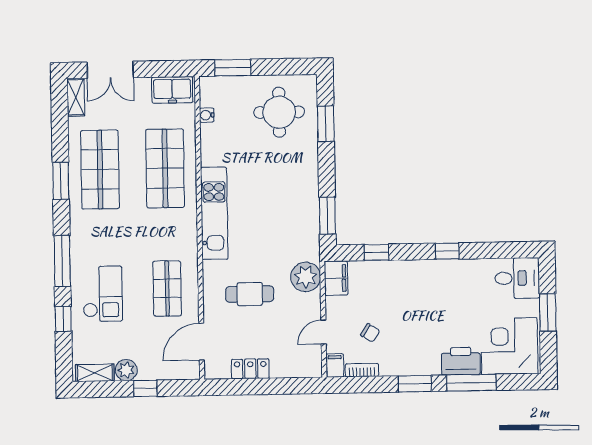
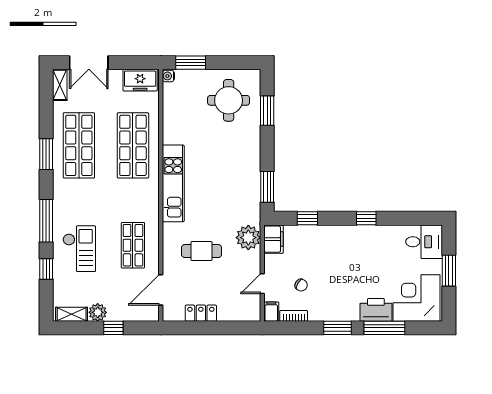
water cooler: (207, 115) -> (168, 76), moved

